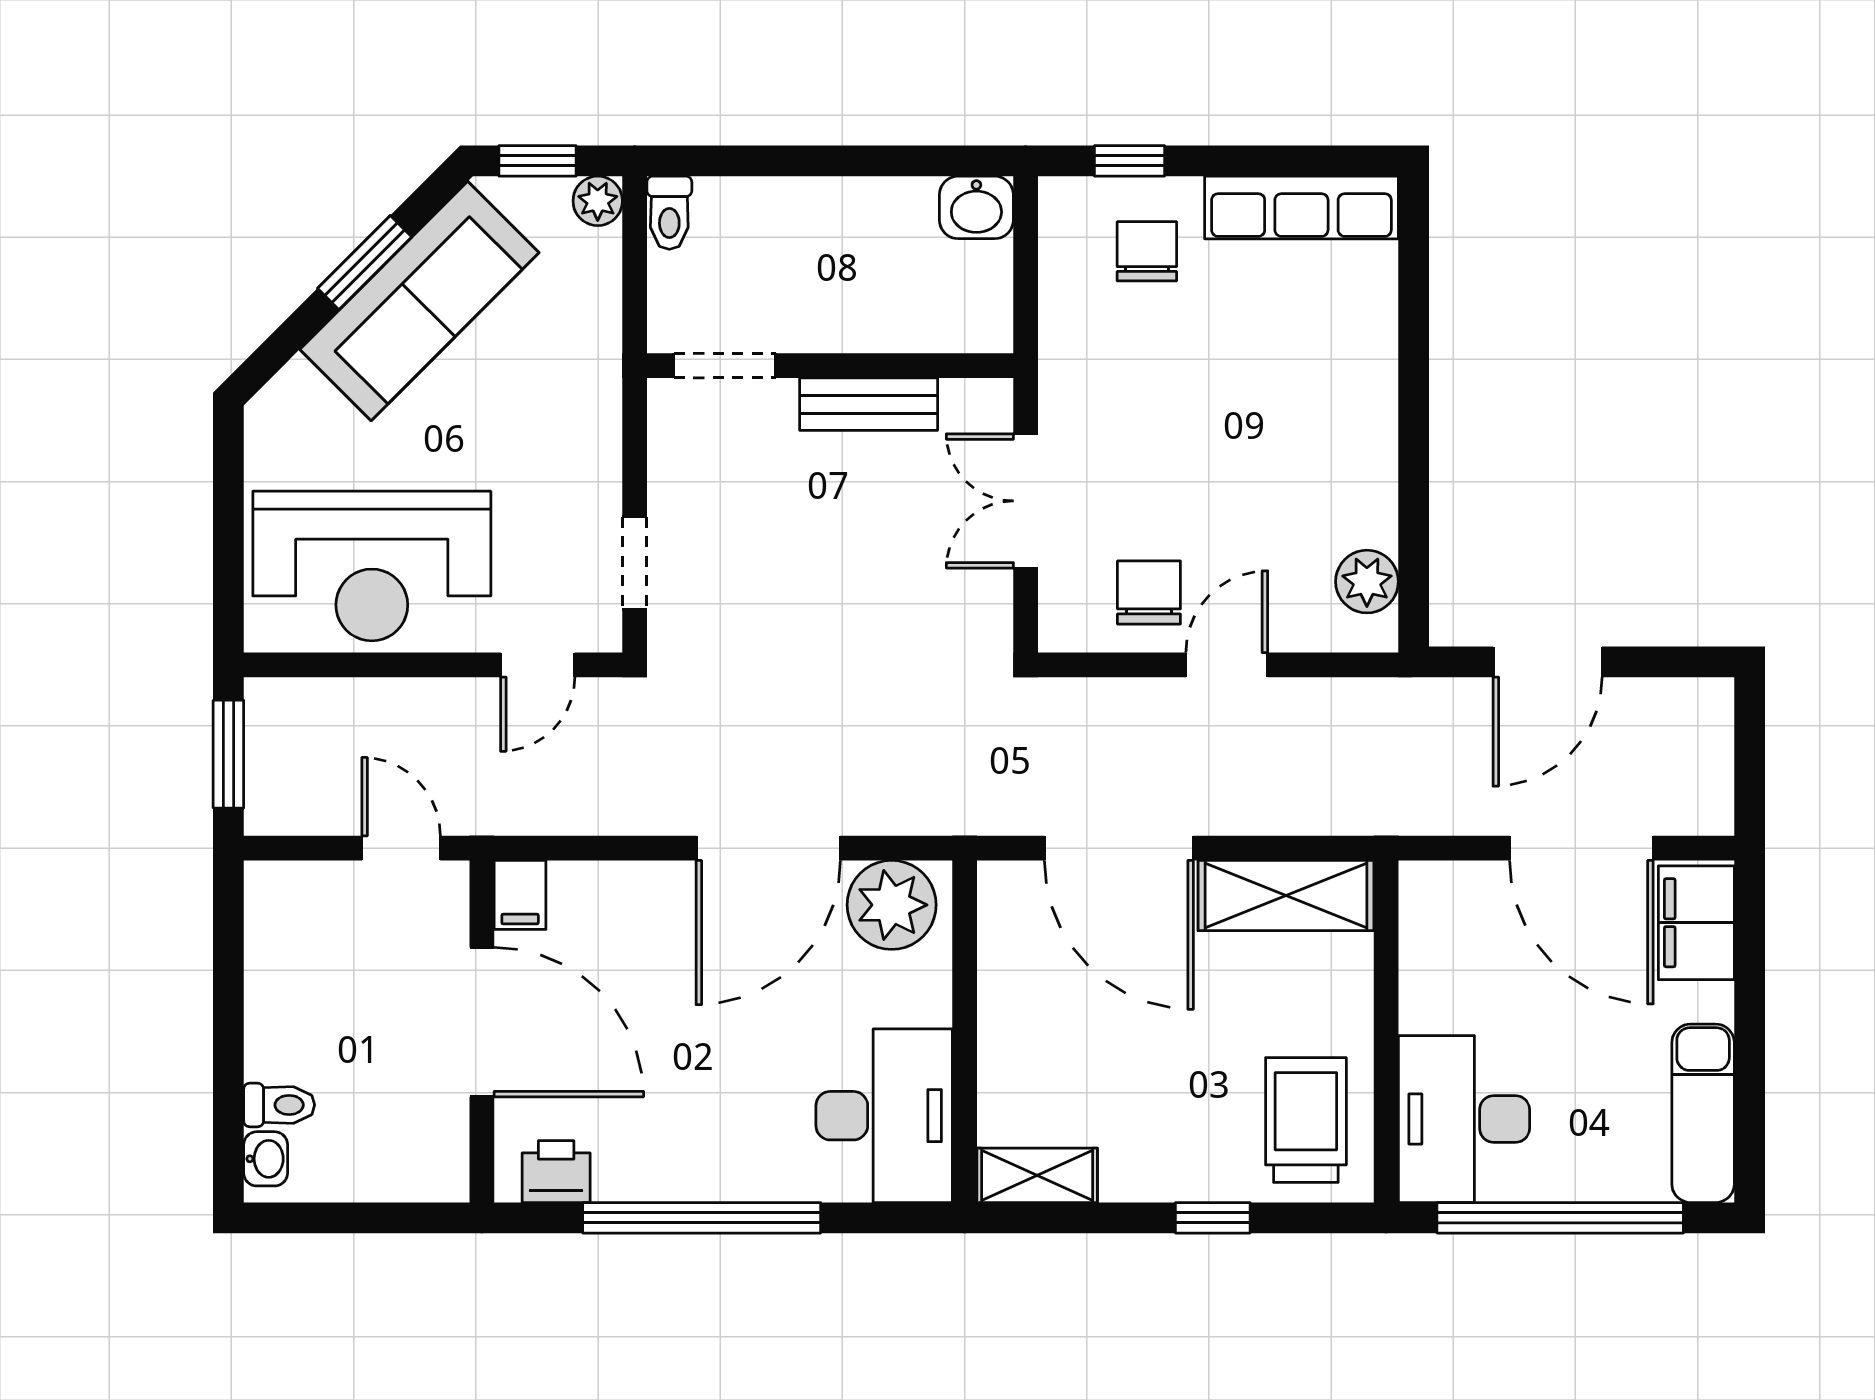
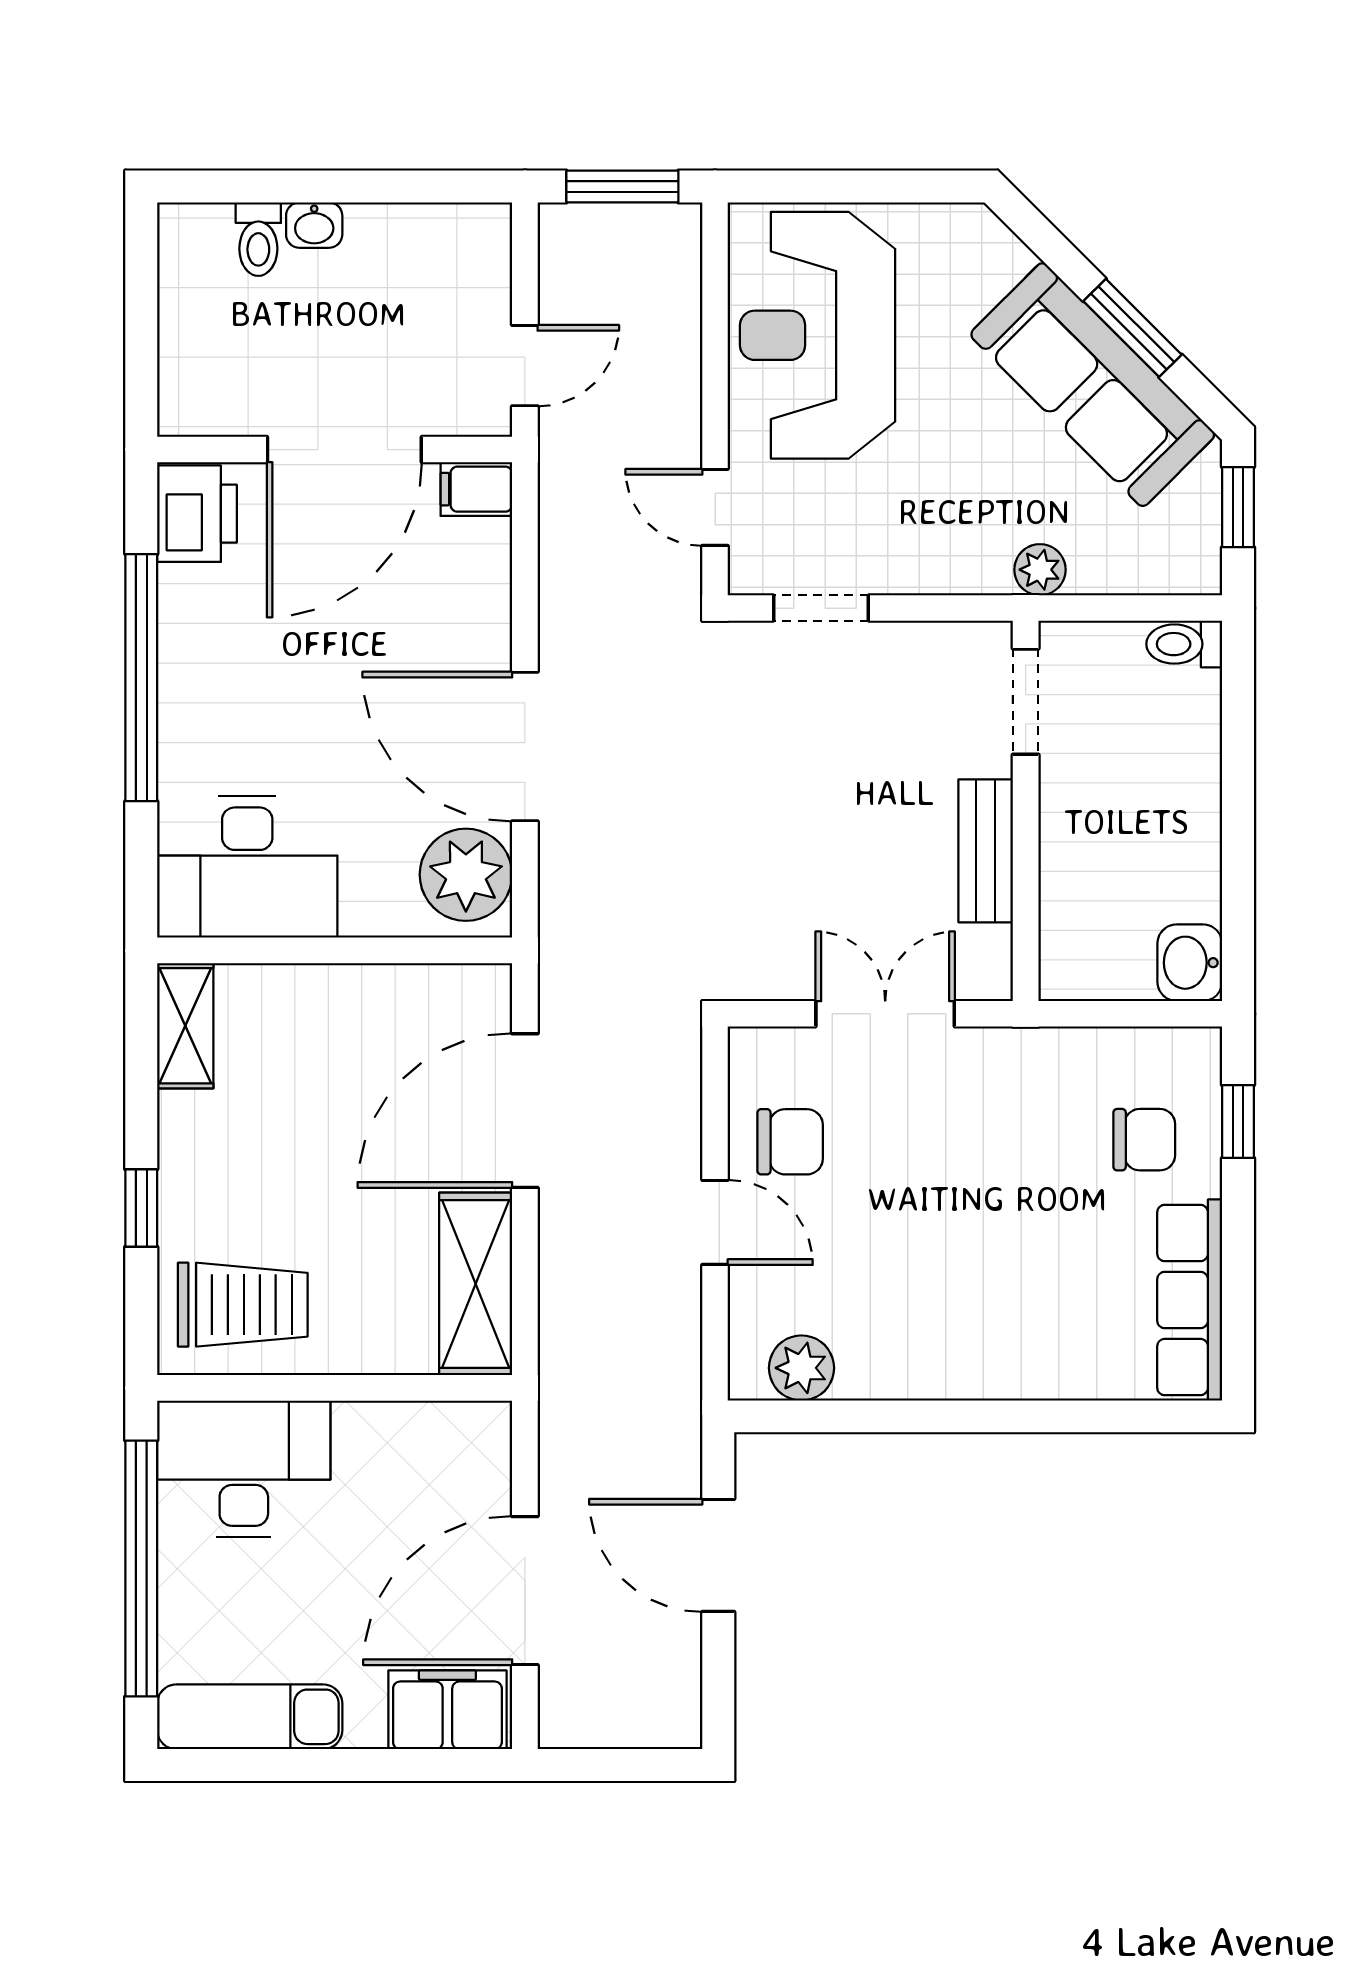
plant: (598, 201) -> (1040, 570), moved
washbasin: (266, 1159) -> (314, 225), moved
printer: (556, 1172) -> (197, 514), width x1.36, depth x1.24

